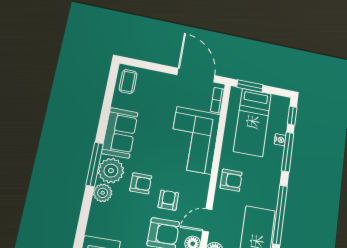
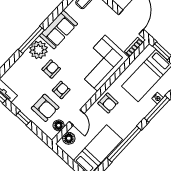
armchair: (141, 183) -> (51, 69), turned -90
plant: (103, 193) -> (25, 60), removed
door: (207, 220) -> (77, 118), swing flipped

